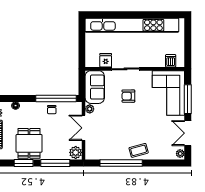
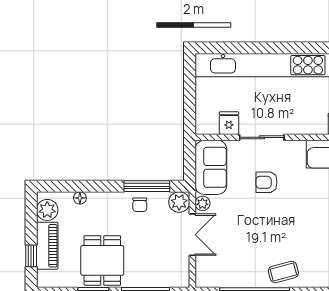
window: (56, 98) -> (147, 186), width x0.68
double door: (84, 128) -> (192, 235), swing flipped
plant: (76, 152) -> (179, 202), moved

